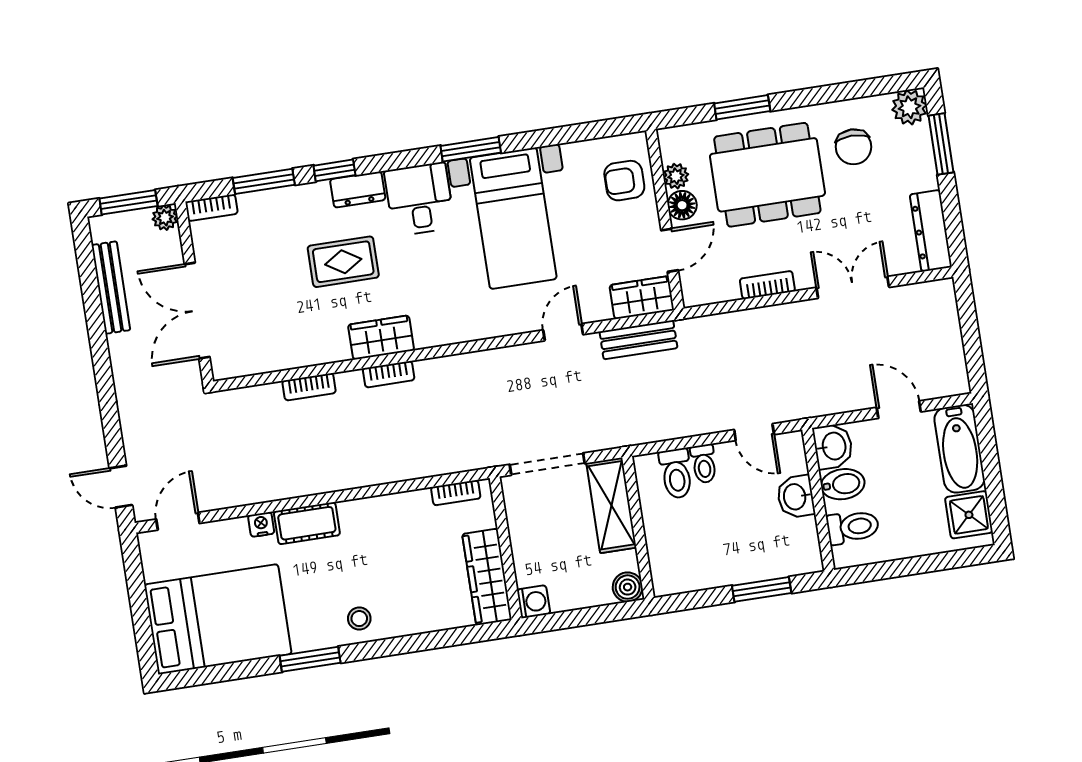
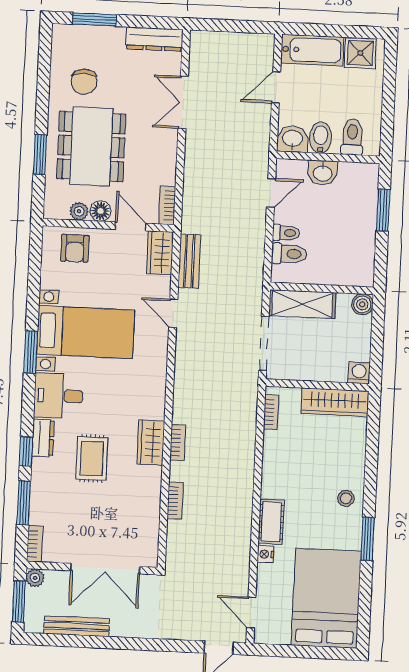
plant: (909, 107) -> (64, 36), removed
chair: (853, 147) -> (84, 82), turned 90
bookcase: (767, 285) -> (167, 205), moved

